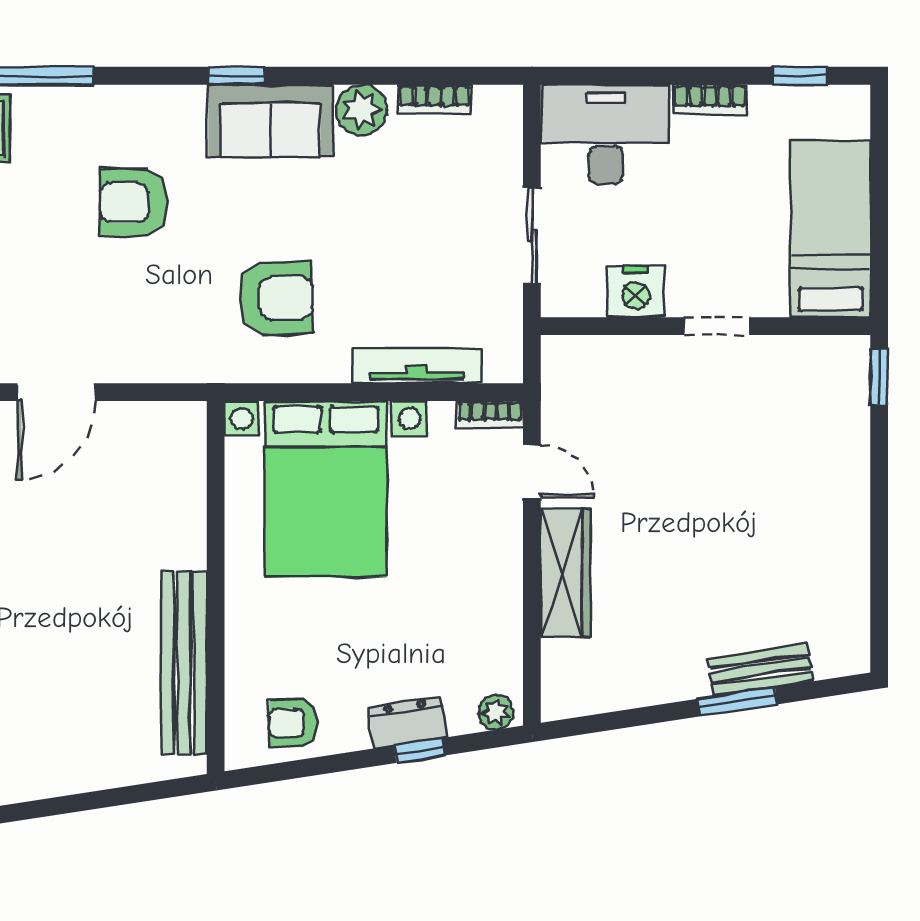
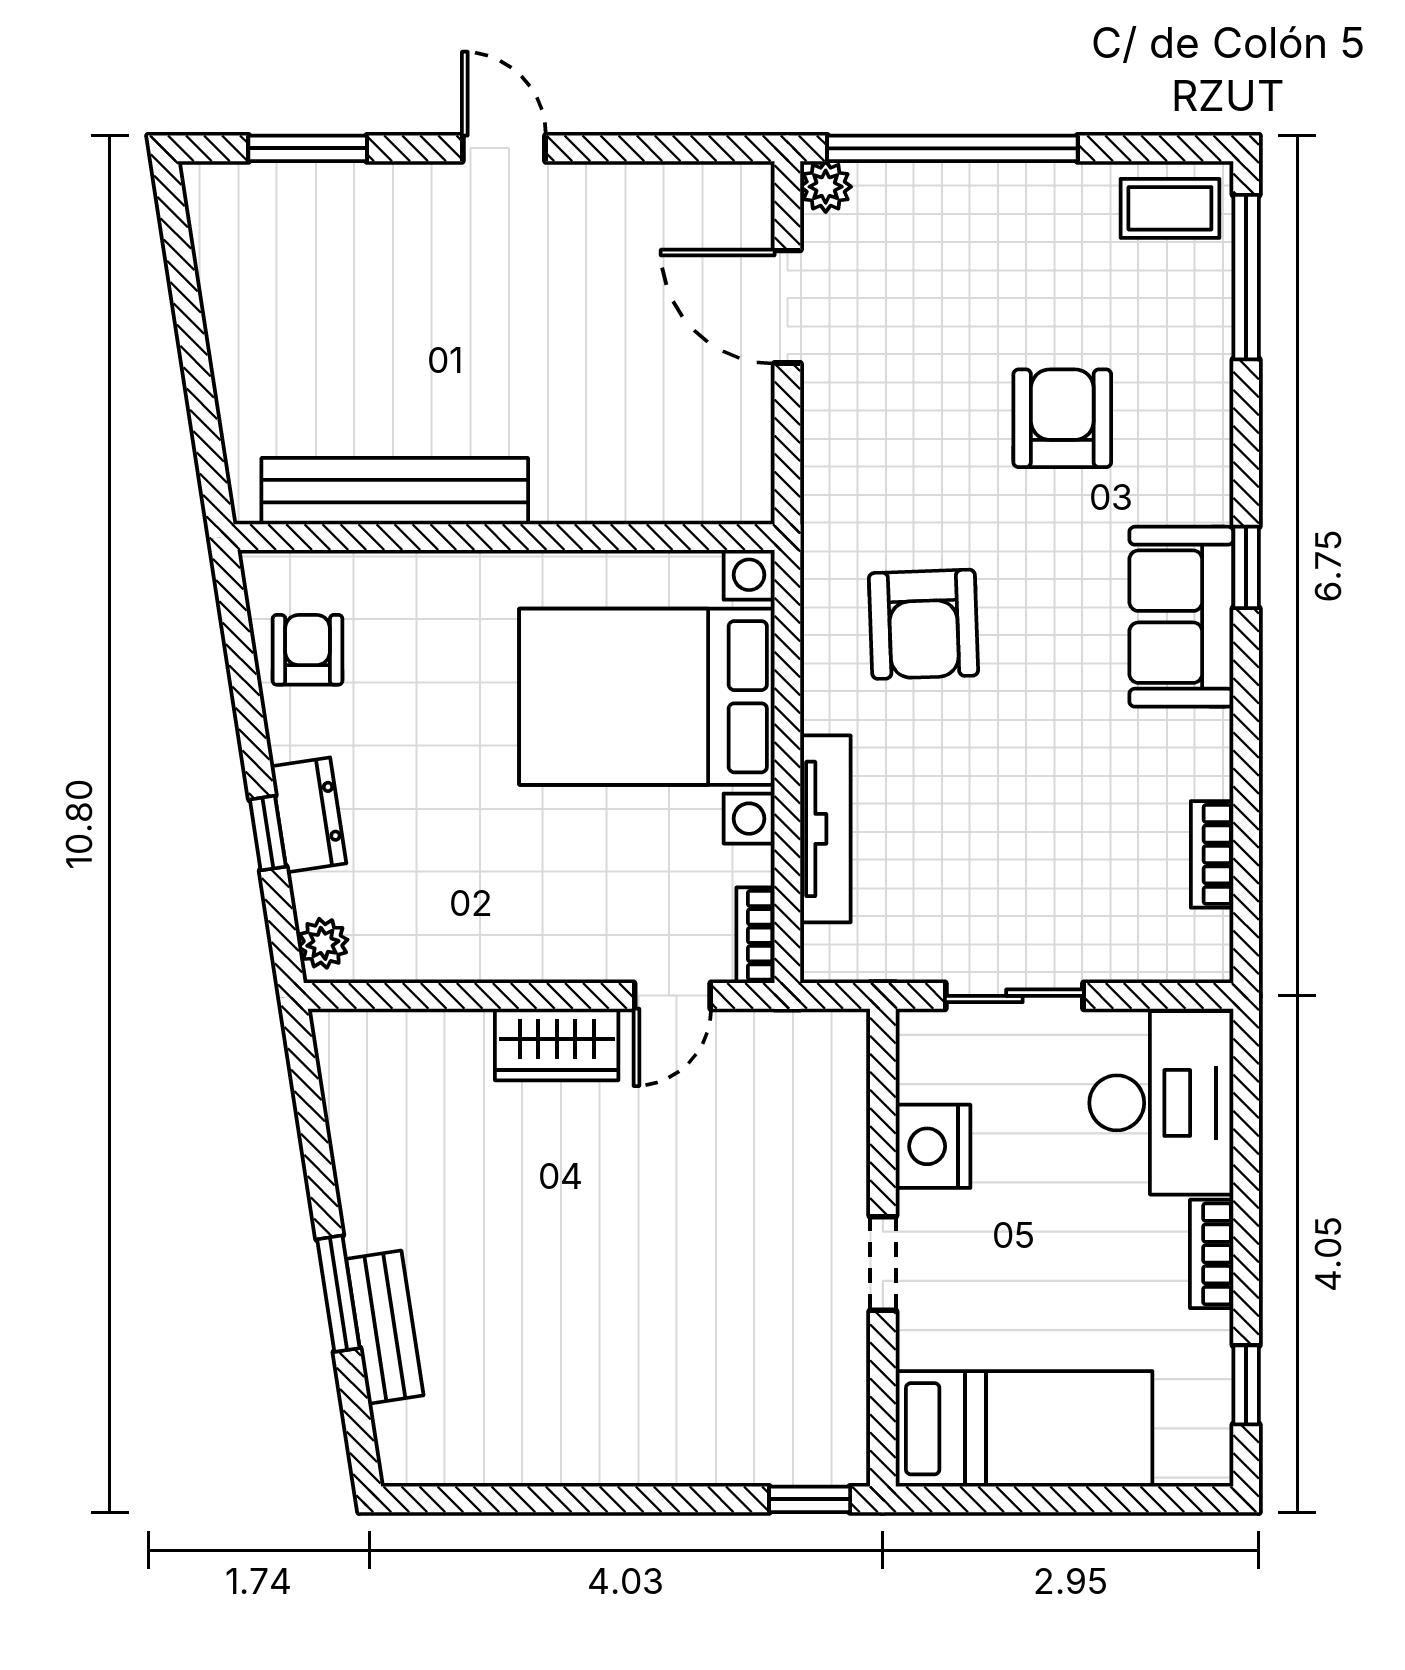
plant: (361, 110) -> (1197, 749), removed
wardrobe: (565, 573) -> (557, 1044), width x0.67

